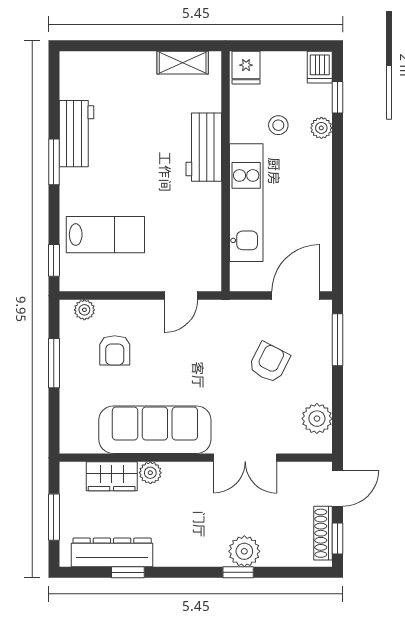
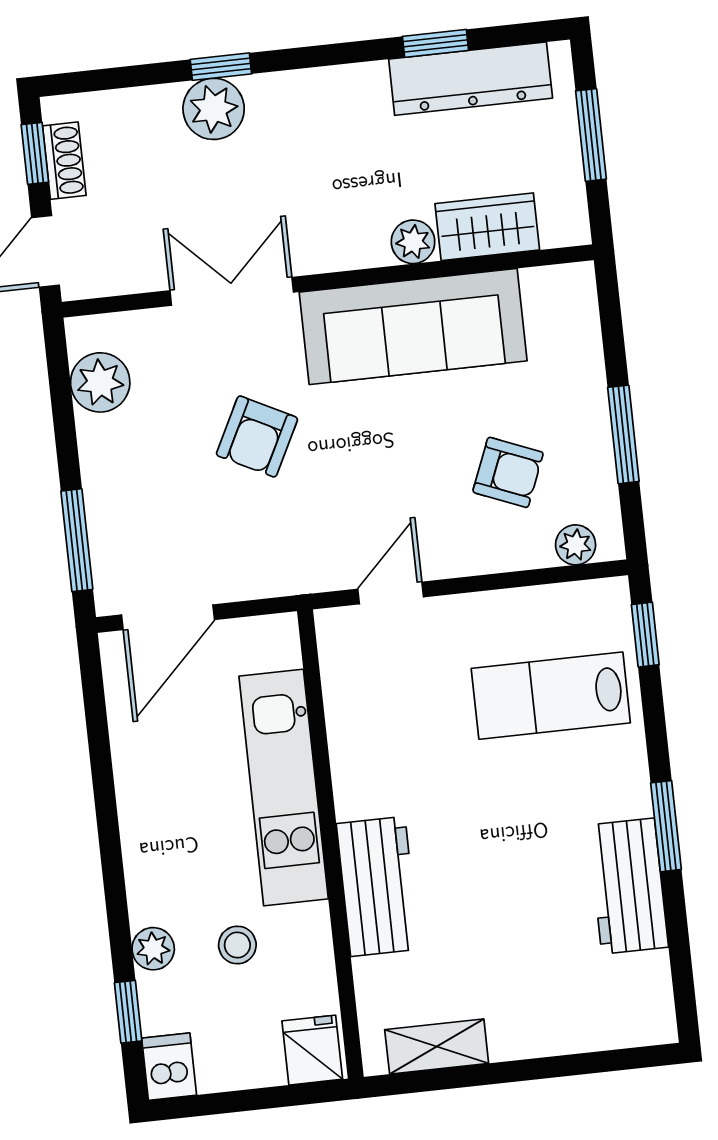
armchair: (115, 350) -> (508, 472), turned 112
armchair: (269, 362) -> (257, 436), moved
shoe rack: (323, 533) -> (64, 161), width x0.70

